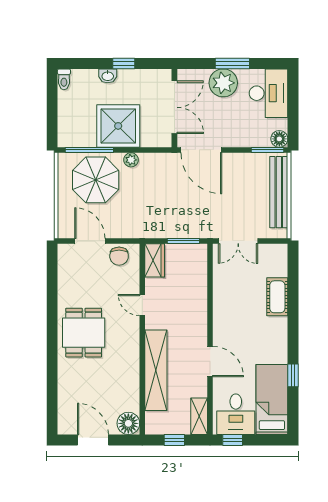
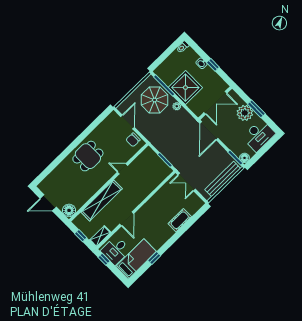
wardrobe: (155, 260) -> (146, 156), removed
door: (142, 305) -> (123, 169), hinge flipped
door: (93, 440) -> (48, 203), swing flipped

